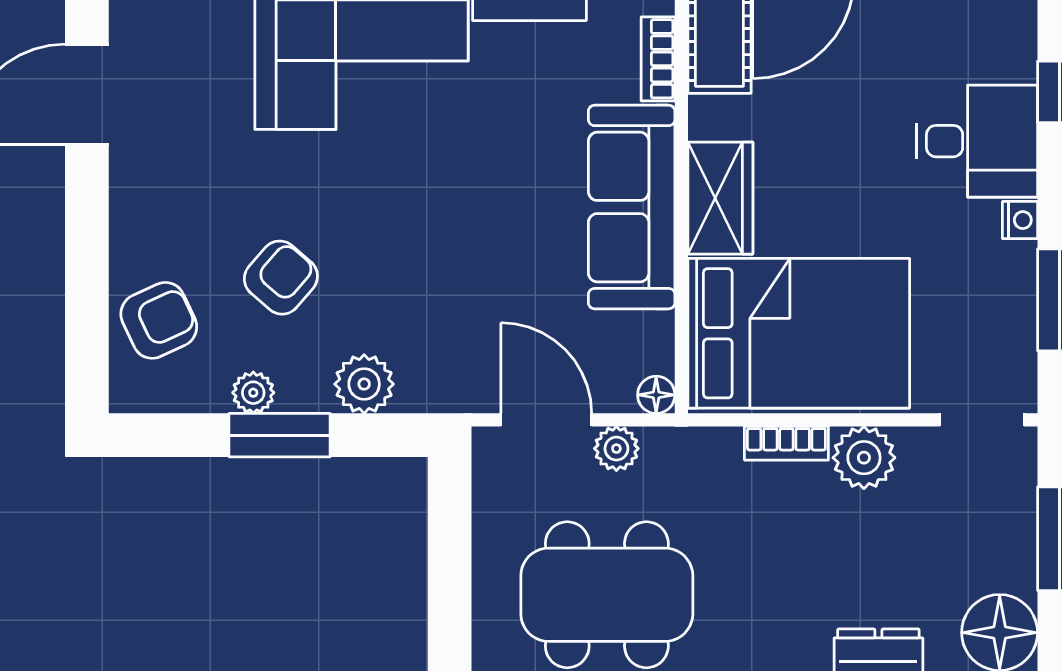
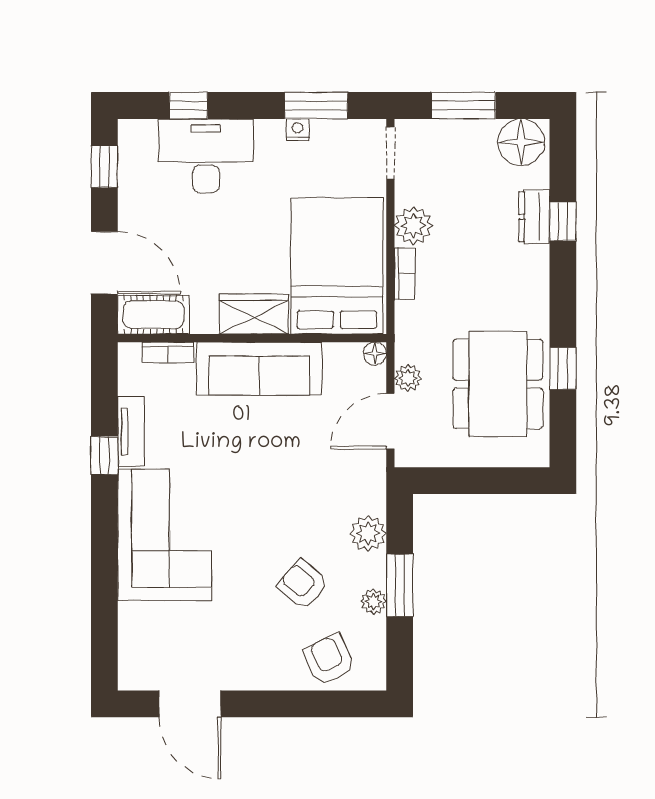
desk: (977, 141) -> (206, 156), width x1.37
nightstand: (1020, 220) -> (298, 130), moved

